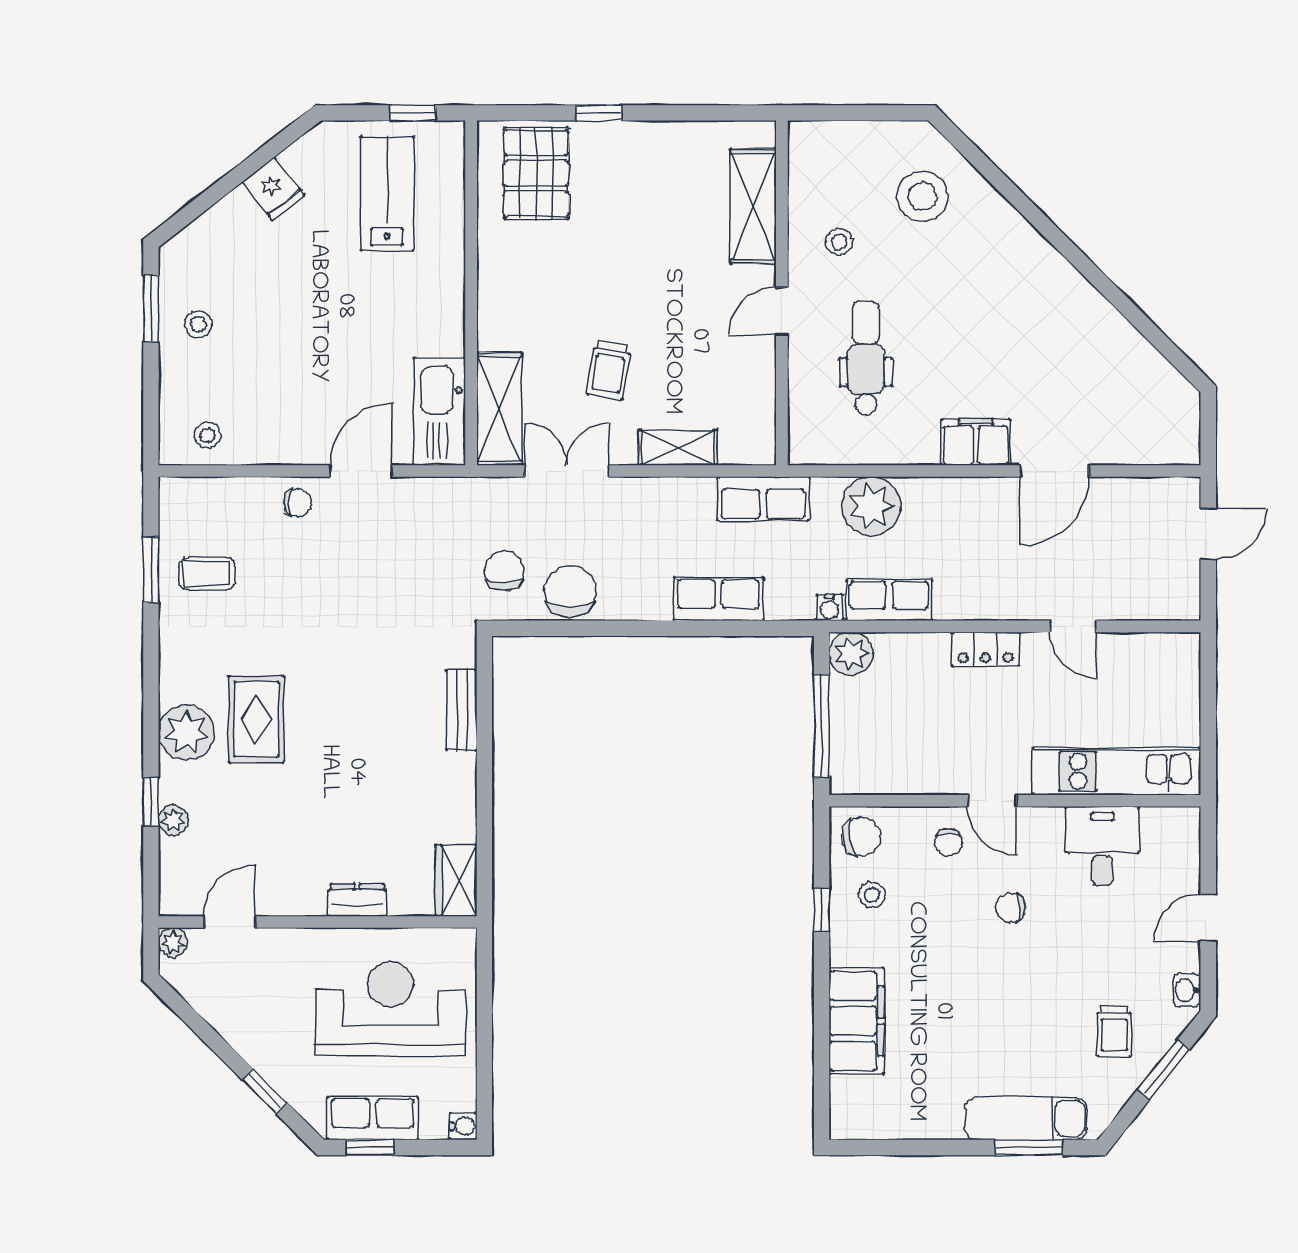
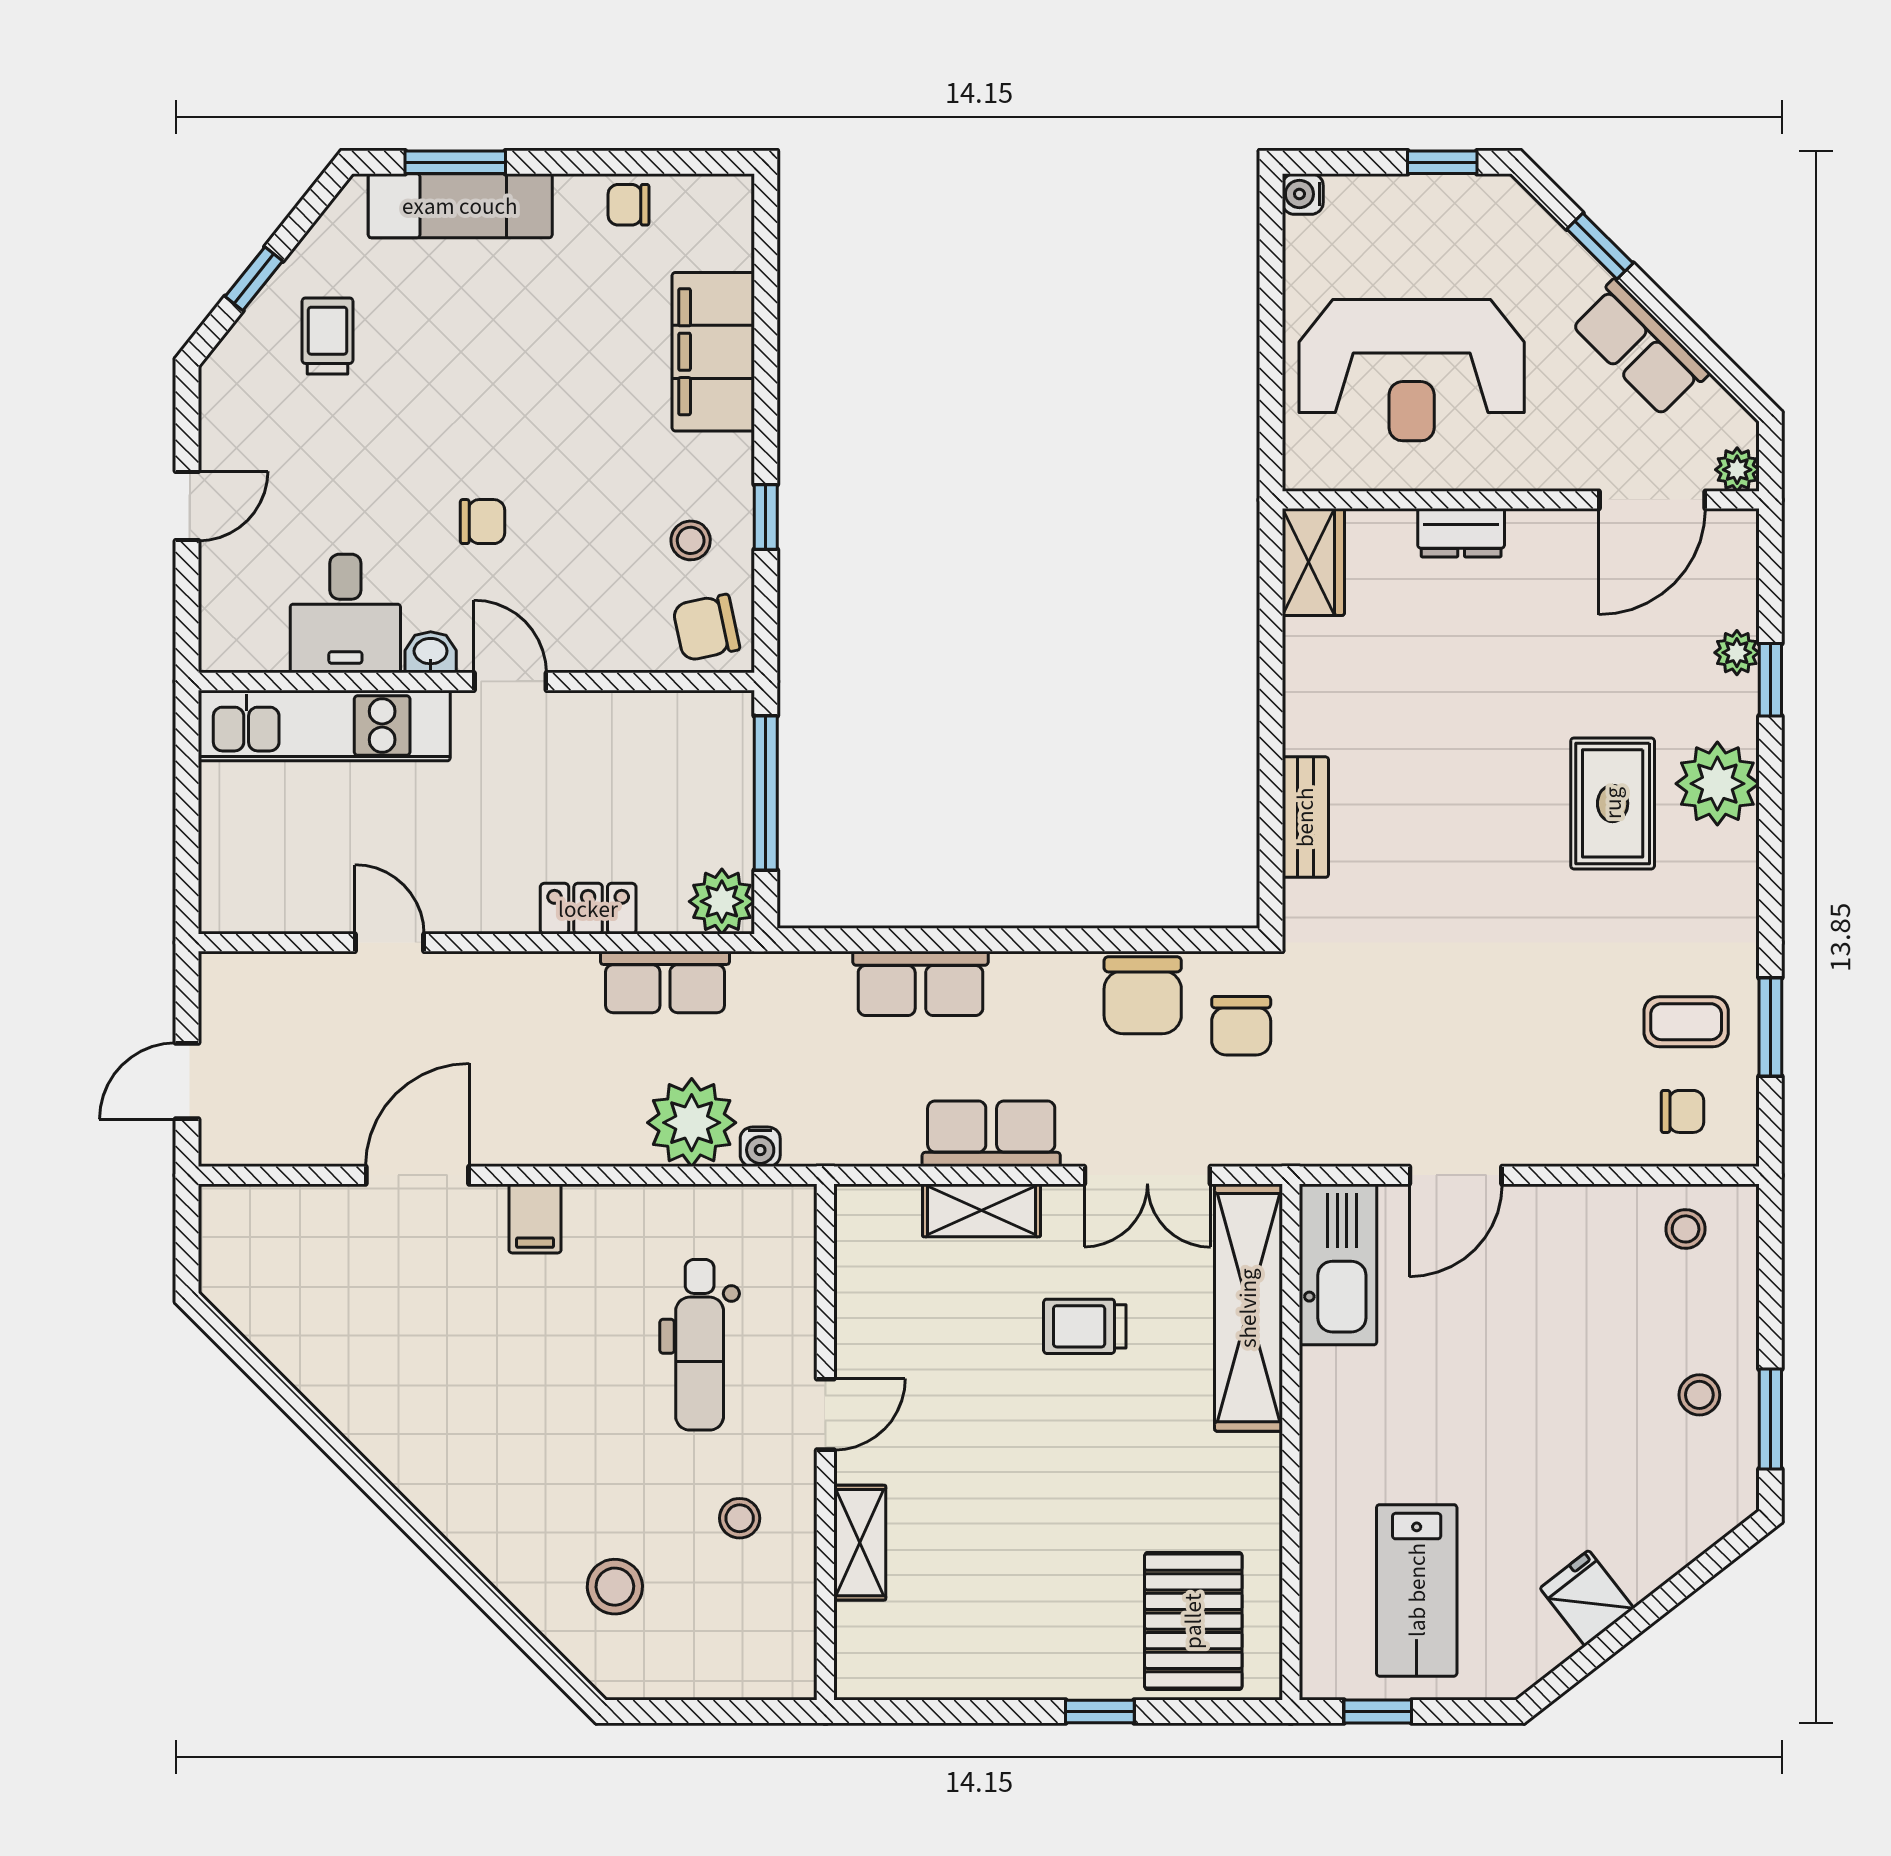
stool: (922, 196) -> (615, 1587), width x0.73, depth x0.73
shelving: (753, 206) -> (860, 1543), width x0.67, depth x0.75
trolley: (609, 370) -> (1085, 1326), turned -99
shelving: (499, 409) -> (1248, 1308), width x1.47
filing cabinet: (976, 442) -> (535, 1218), width x0.50
row of seats: (763, 499) -> (991, 1134), moved
chair: (298, 503) -> (1682, 1111), moved, turned 180
water cooler: (830, 607) -> (760, 1147), moved, turned 180
locker: (986, 649) -> (588, 909), moved
chair: (949, 842) -> (629, 205), moved, turned -90
door: (230, 922) -> (1652, 500), width x1.38
washbasin: (1187, 990) -> (431, 652), moved, turned -90
window: (1163, 1070) -> (254, 279), width x0.67
row of seats: (373, 1118) -> (1640, 348), moved, turned 45

